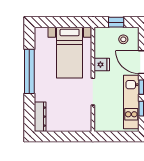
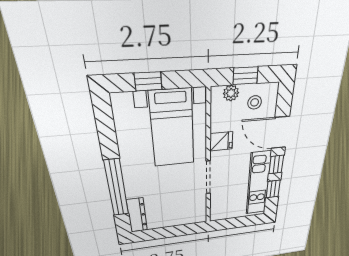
window: (57, 22) -> (148, 81), added
plant: (107, 32) -> (231, 93), added
window: (29, 71) -> (117, 188), moved

